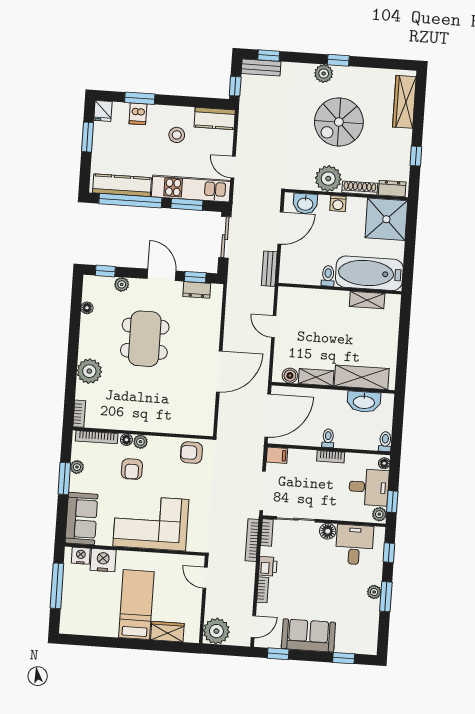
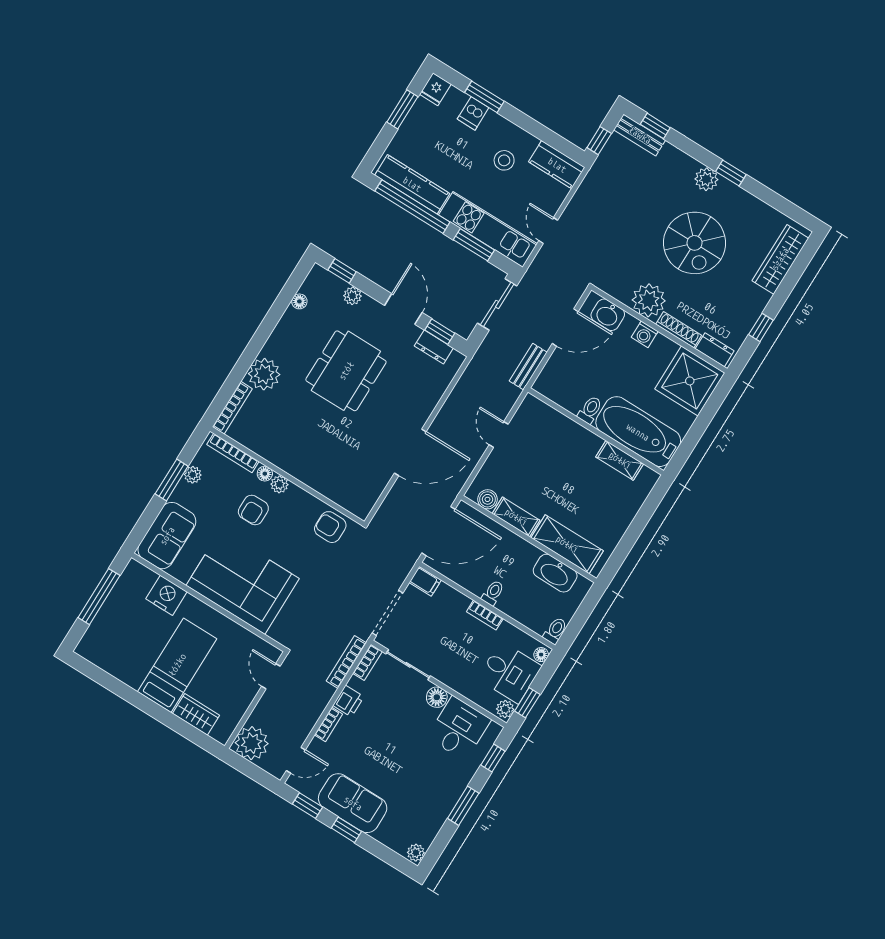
spiral stairs: (339, 122) -> (695, 243), turned -90
bookcase: (79, 414) -> (232, 408), width x1.56
nightstand: (81, 556) -> (144, 577), removed
plant: (374, 592) -> (416, 853), moved
window: (344, 658) -> (346, 830), moved

